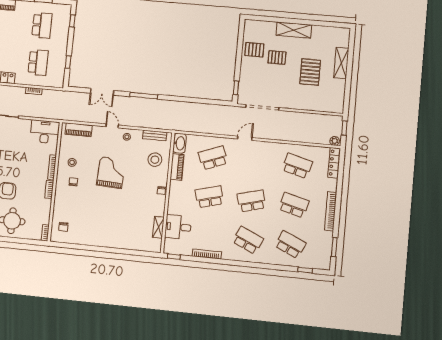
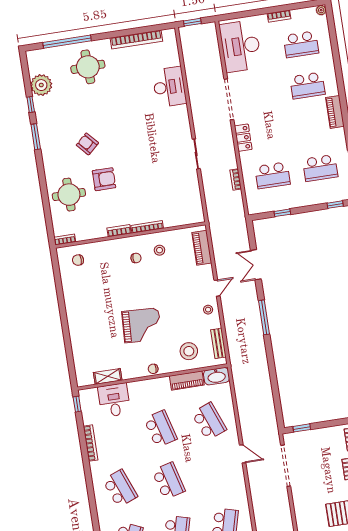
desk: (45, 132) -> (189, 206), removed
grand piano: (111, 173) -> (142, 325), moved
school desk: (248, 240) -> (120, 488), turned -45

